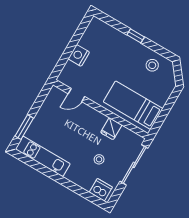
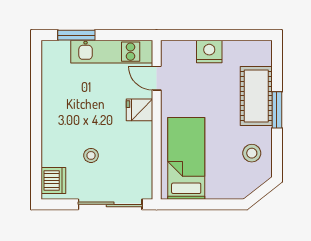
window: (136, 36) -> (277, 110), width x1.50
cot: (121, 43) -> (256, 96), added
fridge: (111, 129) -> (139, 110), moved
kitchen unit: (43, 156) -> (112, 52), moved, turned 90

